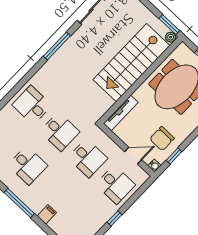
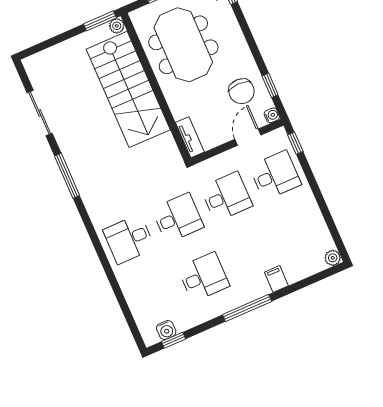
tv unit: (121, 113) -> (190, 137), width x0.71
window: (114, 218) -> (295, 143), moved

